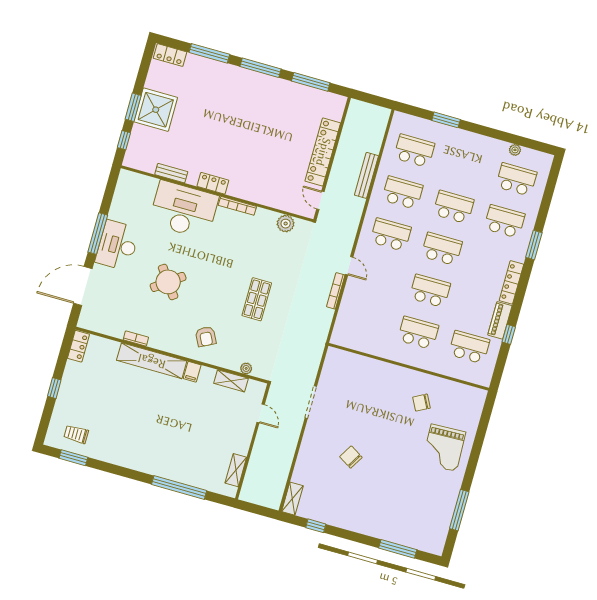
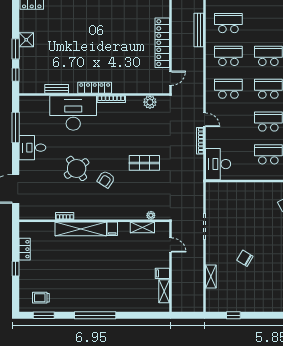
shower: (156, 110) -> (26, 40), width x0.54, depth x0.54
bench: (366, 175) -> (199, 30), moved
locker: (213, 183) -> (95, 88), width x1.53
door: (320, 200) -> (170, 78), swing flipped
window: (98, 234) -> (16, 128), moved
desk: (117, 245) -> (32, 148), width x0.73
shop shelf: (257, 299) -> (144, 163), turned 90
desk: (351, 327) -> (218, 164), added
armchair: (206, 337) -> (106, 179), moved, turned 60
locker: (78, 346) -> (25, 249), moved
filing cabinet: (240, 447) -> (162, 273), added
window: (179, 487) -> (95, 315), moved
shelving: (292, 499) -> (211, 276), moved

